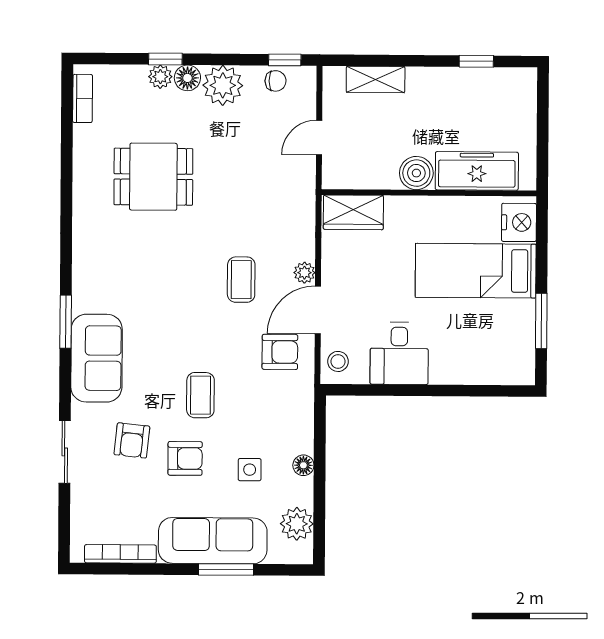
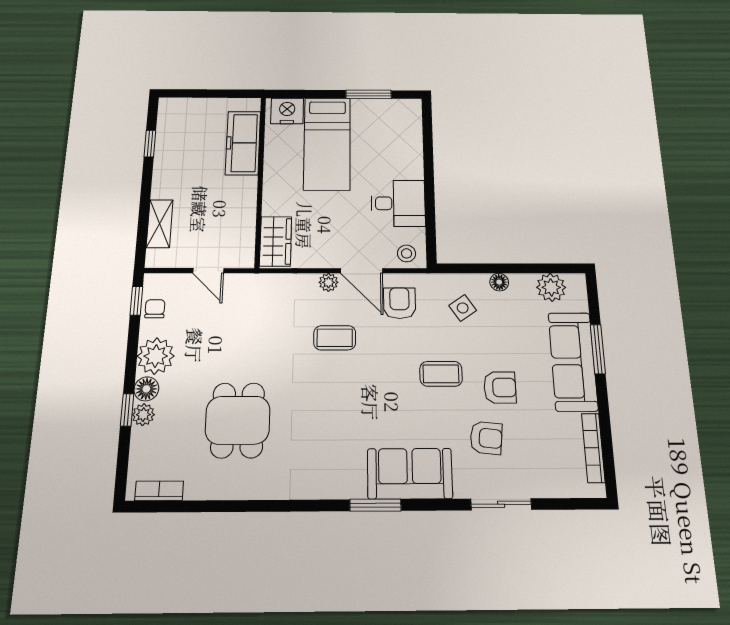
boiler: (416, 173) -> (243, 190), removed
armchair: (185, 458) -> (500, 387), turned 90
side table: (250, 470) -> (463, 308), moved, turned -34

